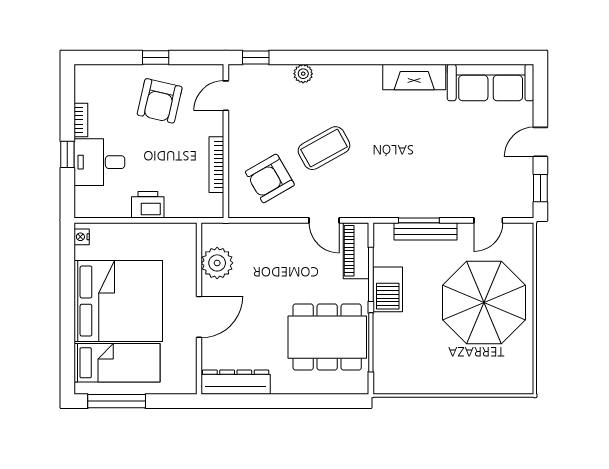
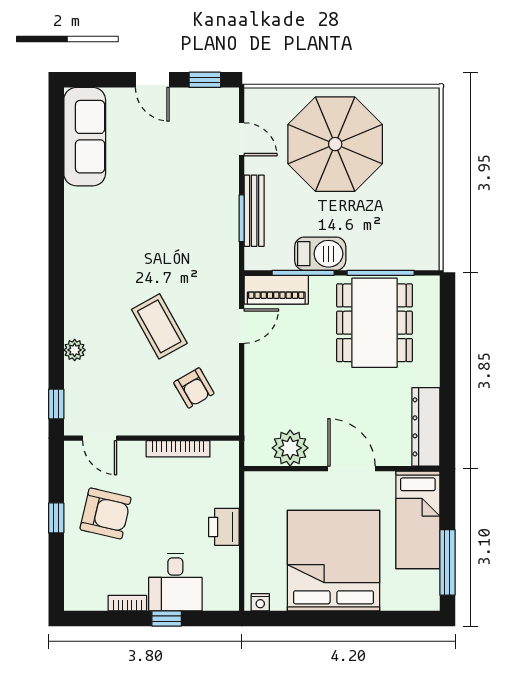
fireplace: (414, 77) -> (78, 224), removed
armchair: (270, 178) -> (194, 388), width x0.72, depth x0.72
bed: (117, 363) -> (418, 520), moved, turned 180

